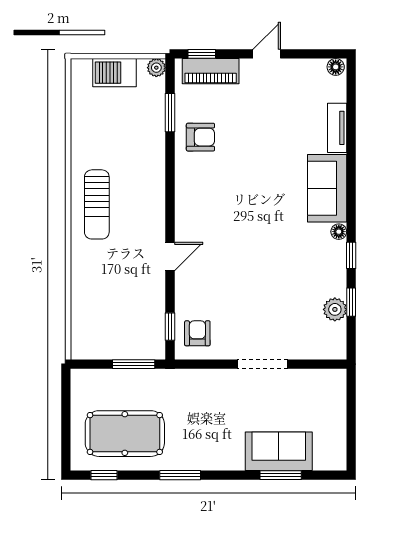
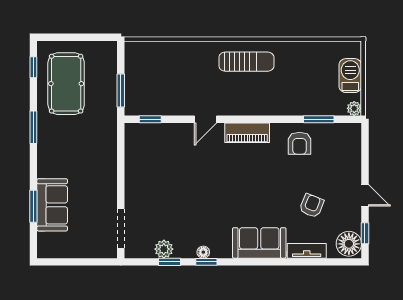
window: (202, 54) -> (365, 233), moved
floor lamp: (336, 67) -> (349, 244), width x1.89, depth x1.89
piano: (211, 71) -> (247, 133), moved, turned -90
sun lounger: (97, 204) -> (246, 62), turned 180
floor lamp: (339, 232) -> (203, 252), moved
door: (170, 256) -> (206, 119), hinge flipped
armchair: (197, 333) -> (312, 206), moved, turned -68
doorway: (262, 364) -> (121, 229), moved

